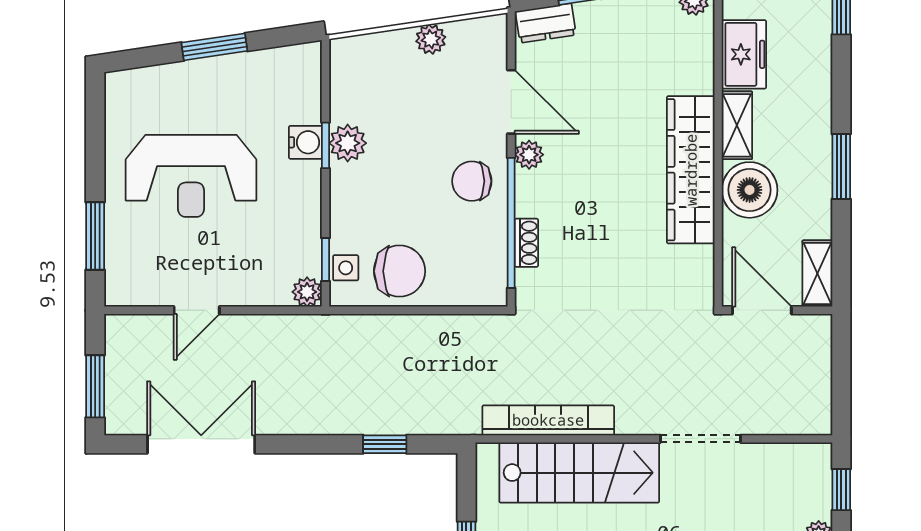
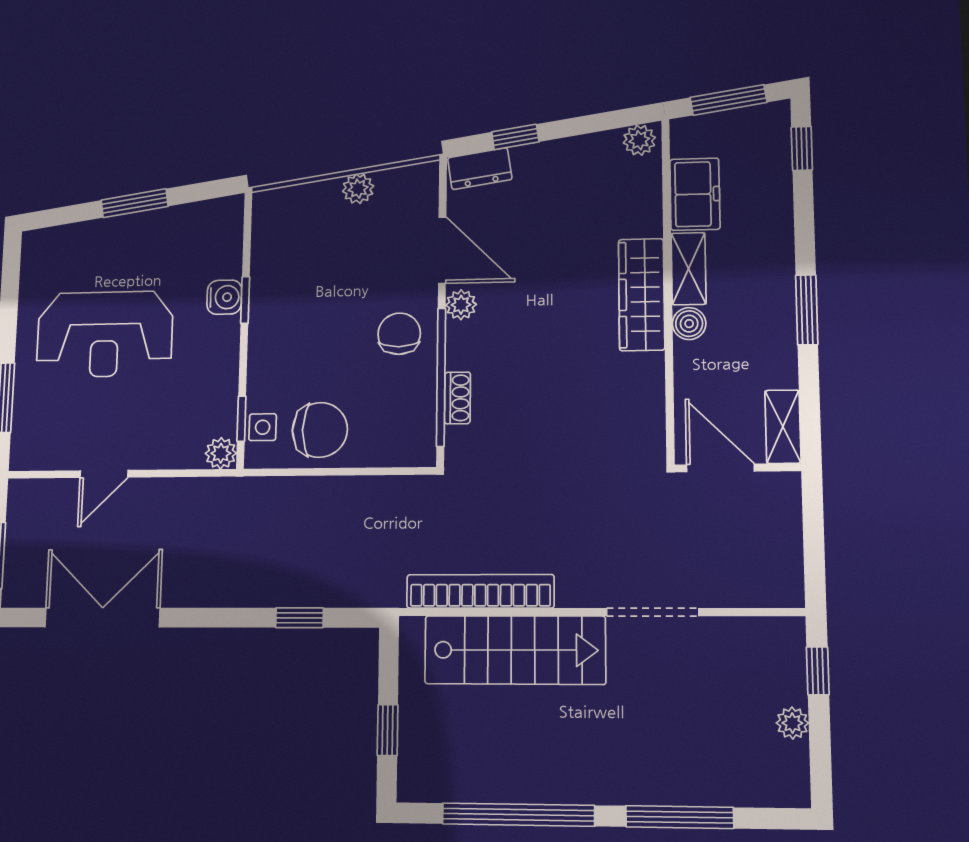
plant: (348, 143) -> (268, 297), removed
wardrobe: (691, 170) -> (641, 295), width x0.71, depth x0.85
chair: (472, 181) -> (399, 334), turned 90
boiler: (750, 190) -> (689, 324), width x0.54, depth x0.54

